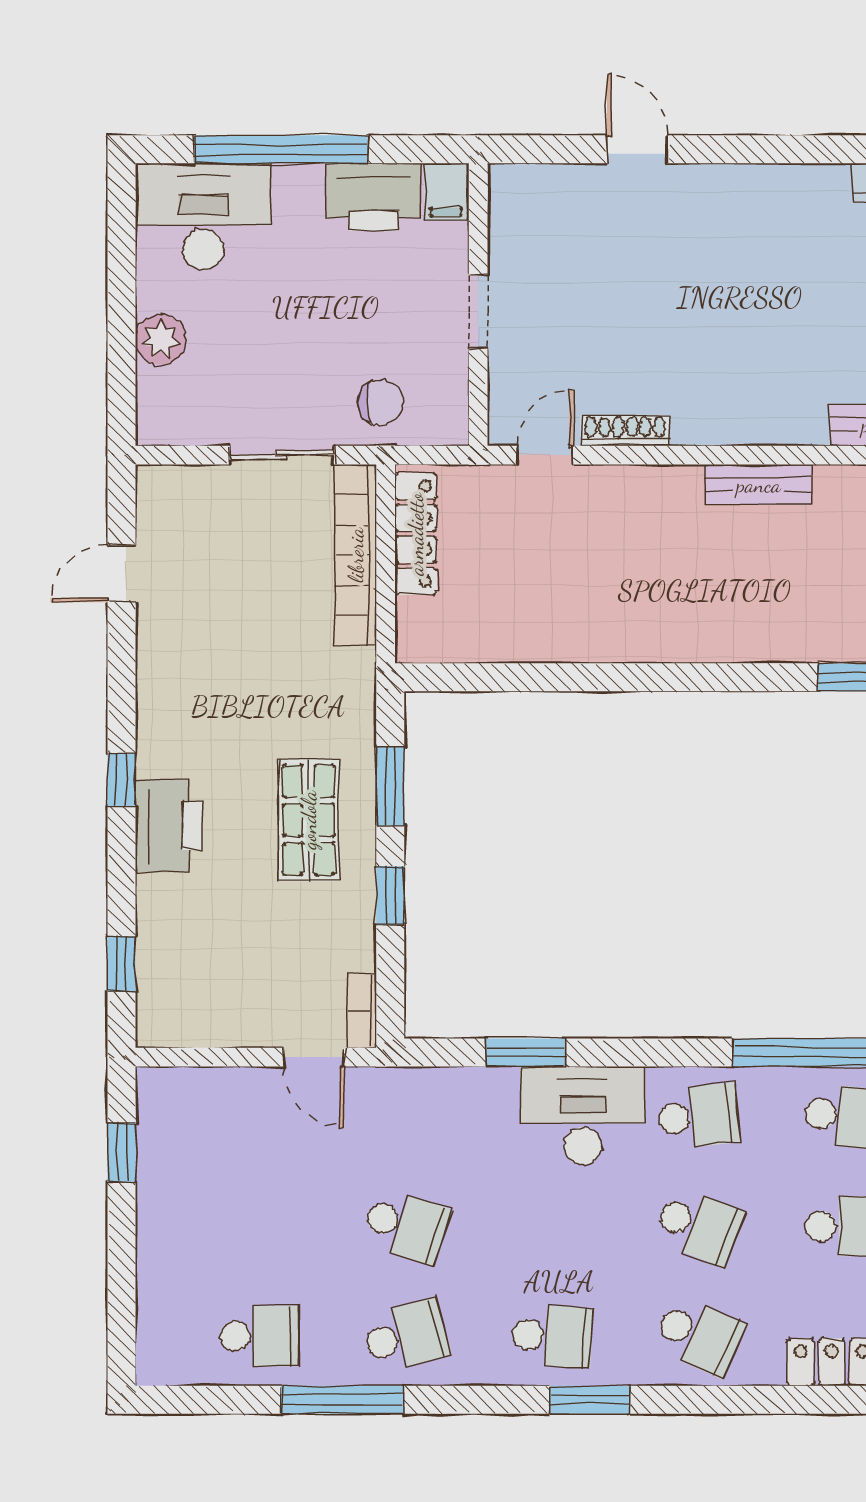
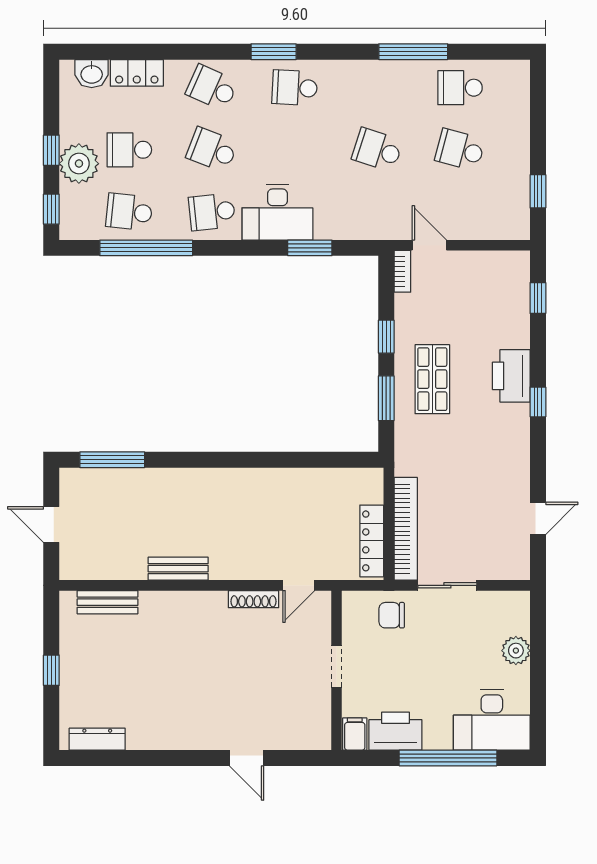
school desk: (406, 1336) -> (460, 150), moved, turned 30

